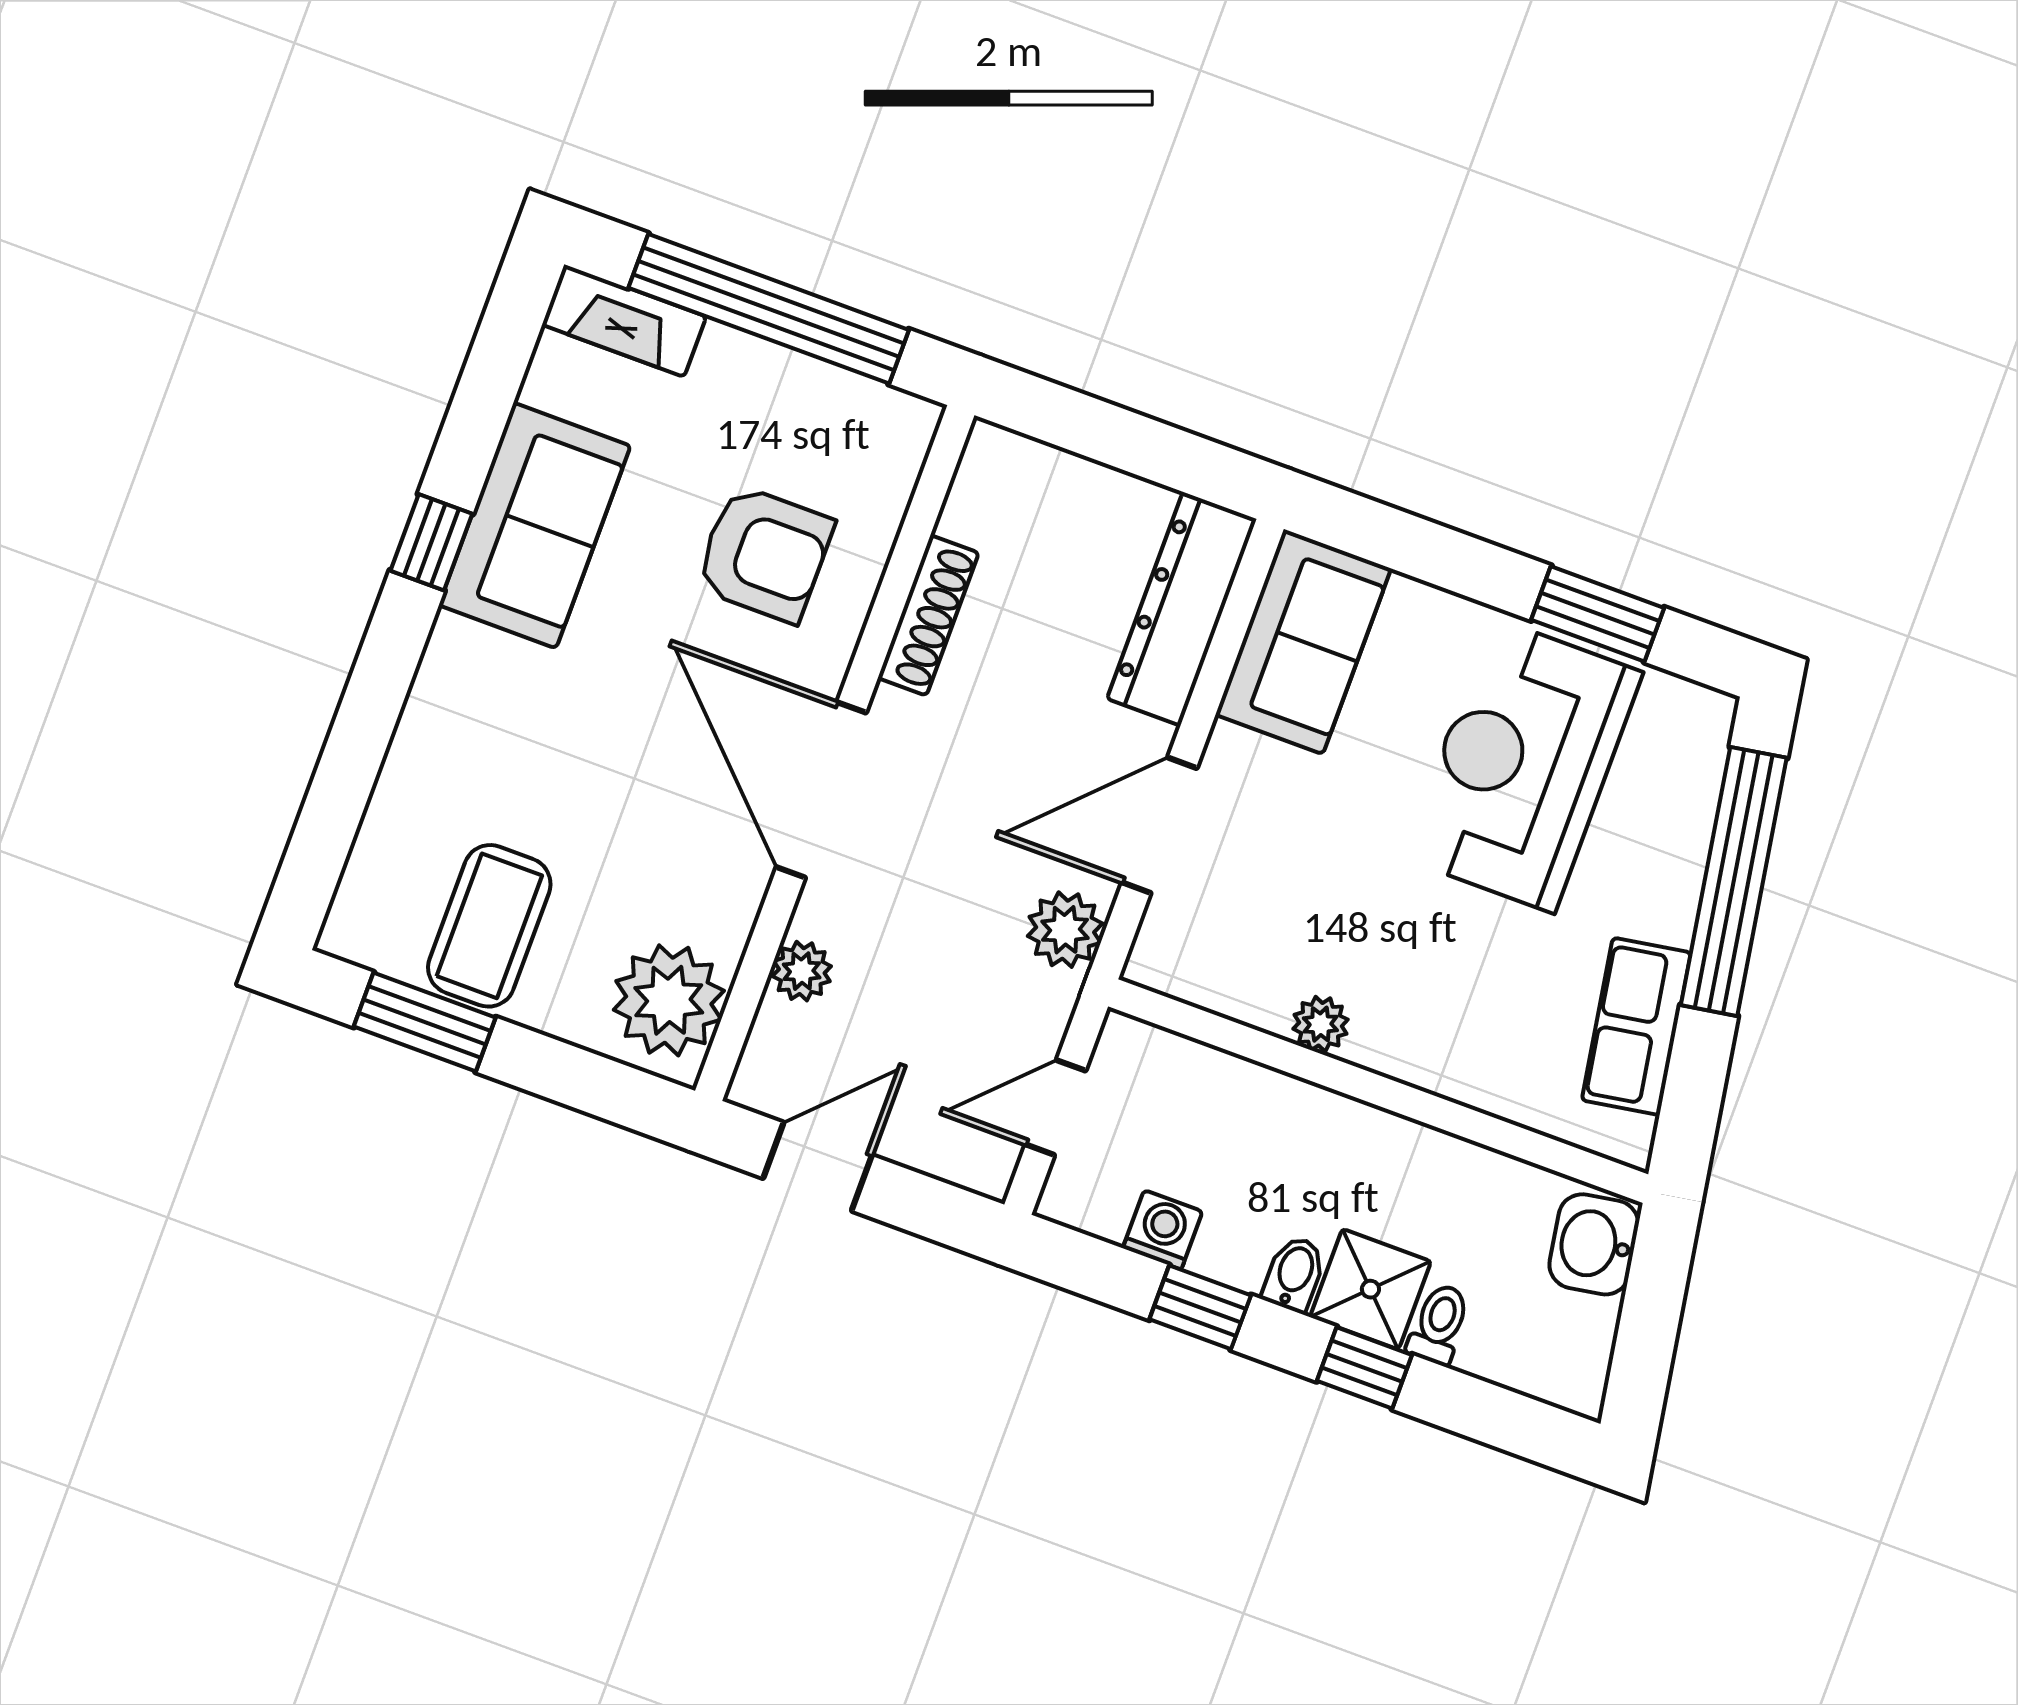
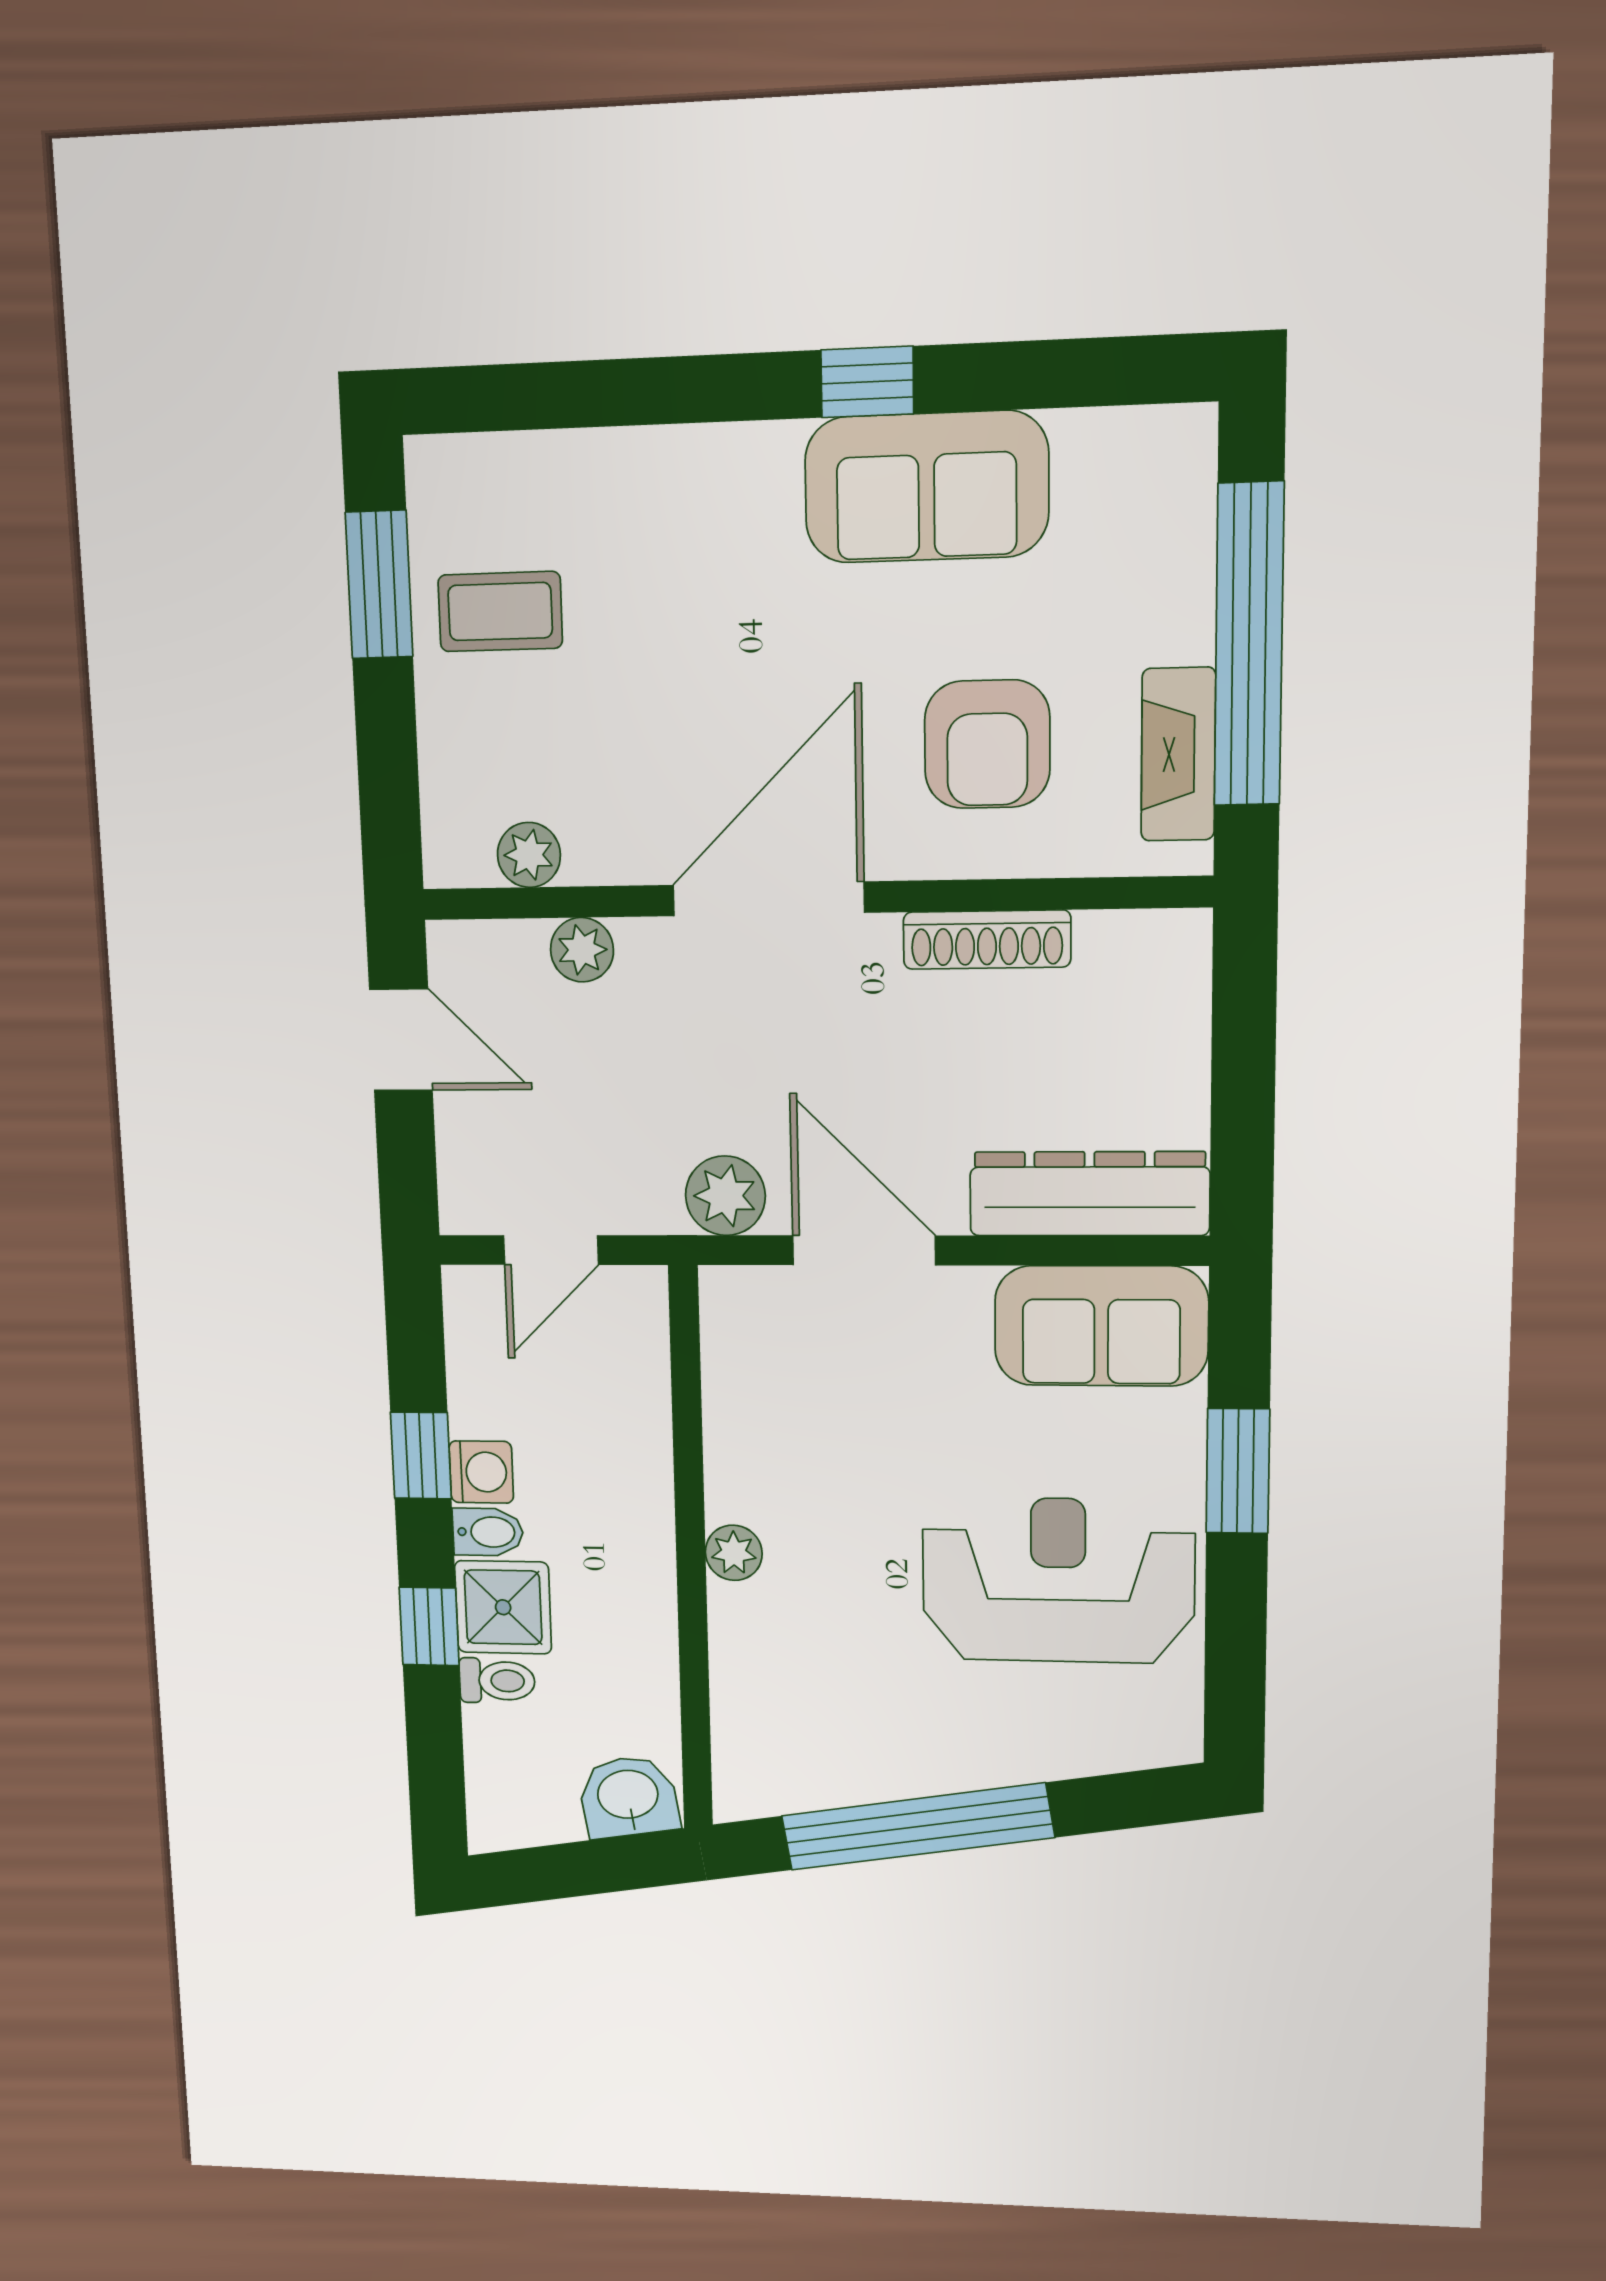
fireplace: (624, 321) -> (1178, 754), moved
window: (1598, 614) -> (1238, 1471), moved
window: (1734, 881) -> (917, 1827), moved
coffee table: (489, 926) -> (500, 612), width x0.73, depth x0.77
plant: (669, 1000) -> (529, 855), width x0.53, depth x0.53
plant: (1320, 1024) -> (734, 1553), moved
row of seats: (1636, 1026) -> (847, 1769), removed
door: (1055, 1108) -> (551, 1250), swing flipped
washing machine: (1163, 1230) -> (481, 1472), moved

